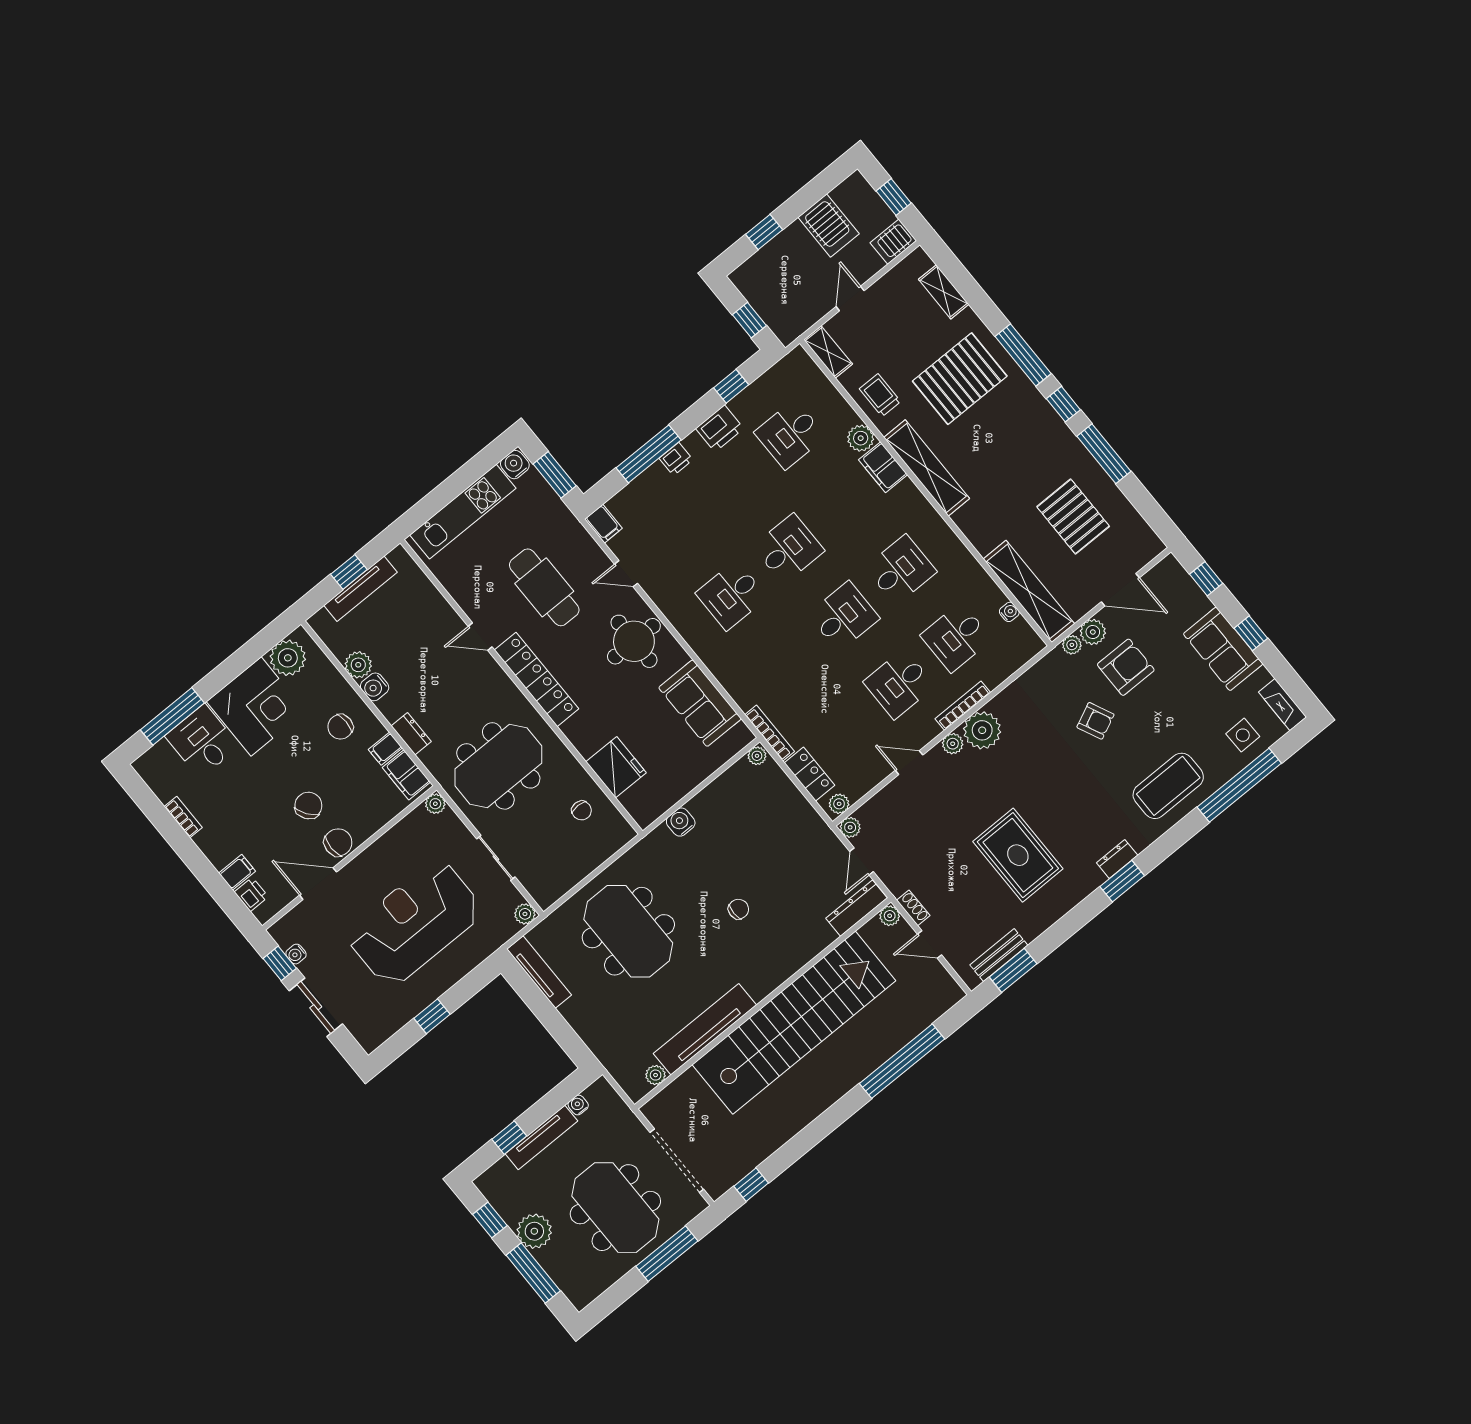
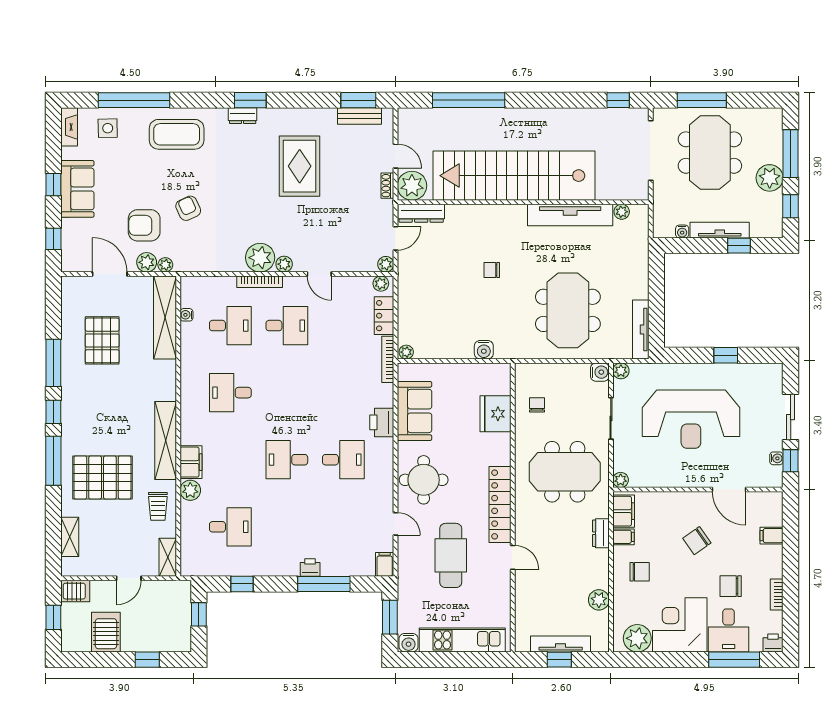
printer: (720, 429) -> (382, 422), moved, turned -90
desk: (844, 616) -> (287, 393), removed
water cooler: (375, 687) -> (600, 372), moved
chair: (338, 842) -> (731, 586), moved
printer: (251, 894) -> (773, 643), moved, turned 90
plant: (890, 916) -> (412, 186), width x1.88, depth x1.88

